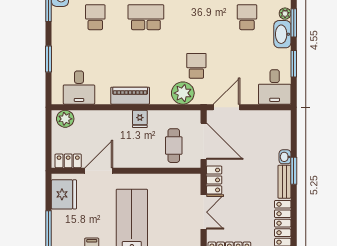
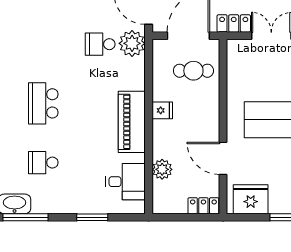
plant: (183, 93) -> (132, 43), moved
piano: (130, 96) -> (132, 122), width x1.37, depth x1.33
plant: (65, 119) -> (162, 169), moved
locker: (68, 161) -> (203, 206), moved, turned 90

